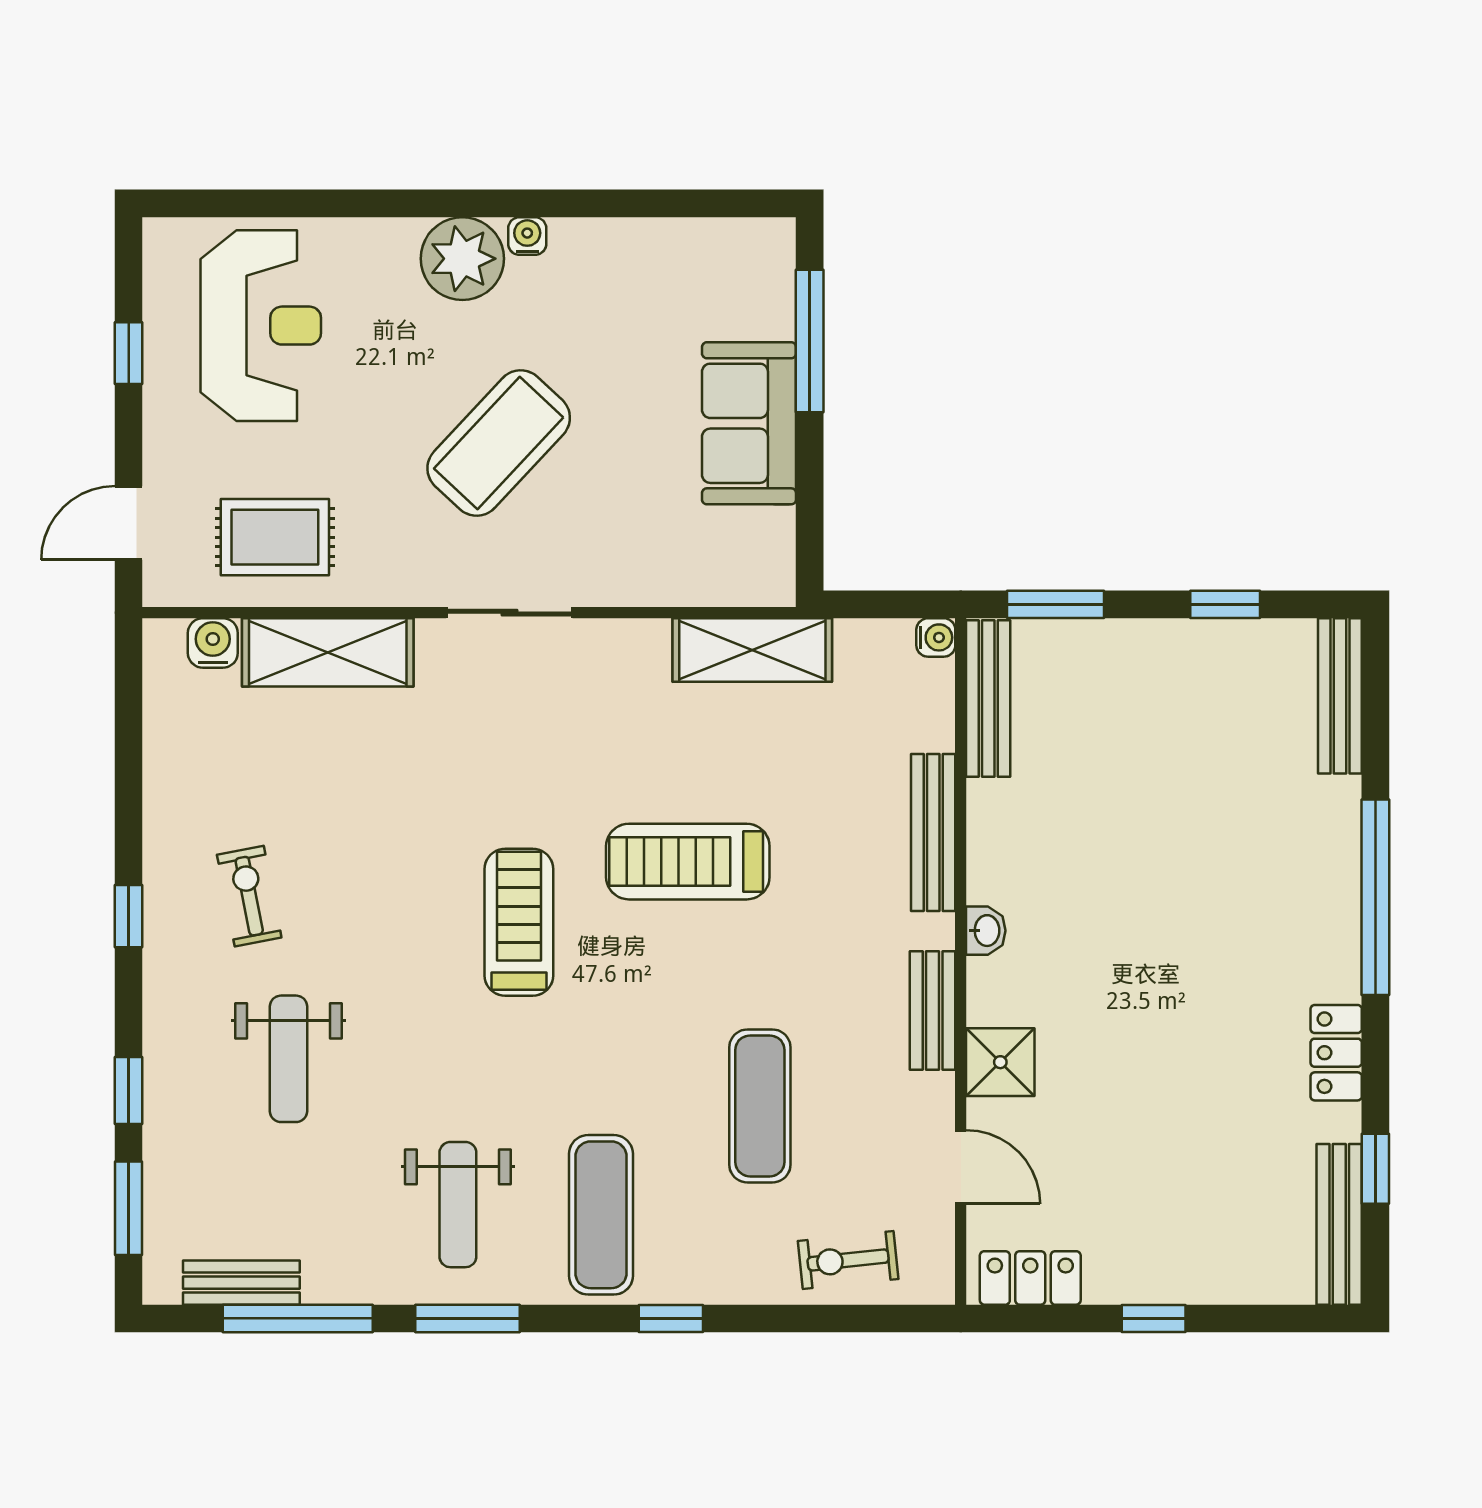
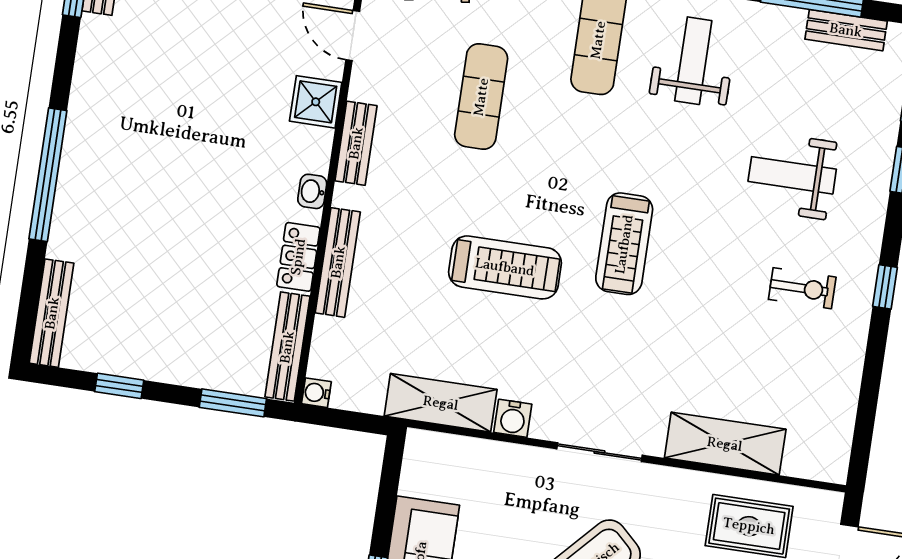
water cooler: (213, 643) -> (513, 418), moved
exercise bike: (249, 896) -> (802, 288), turned -79
locker: (1336, 1053) -> (298, 257), moved, turned 180
weight bench: (288, 1059) -> (792, 175), turned -90

